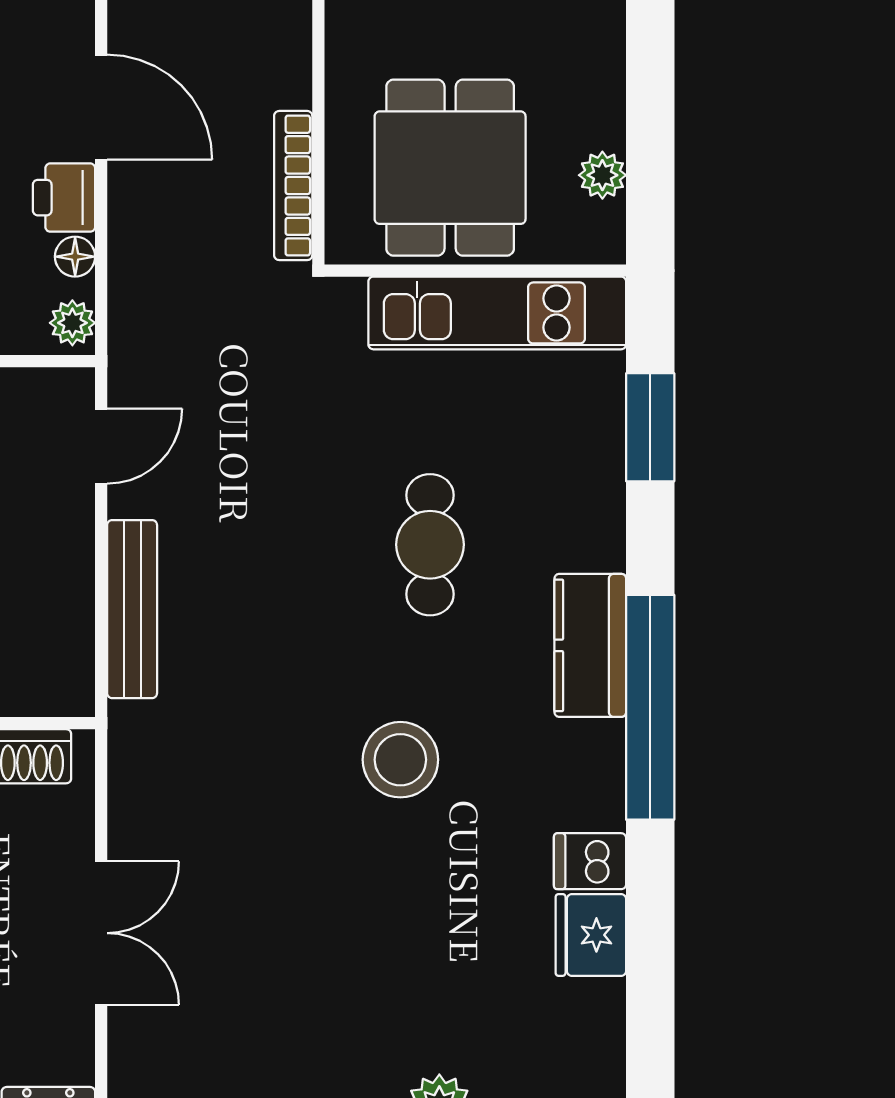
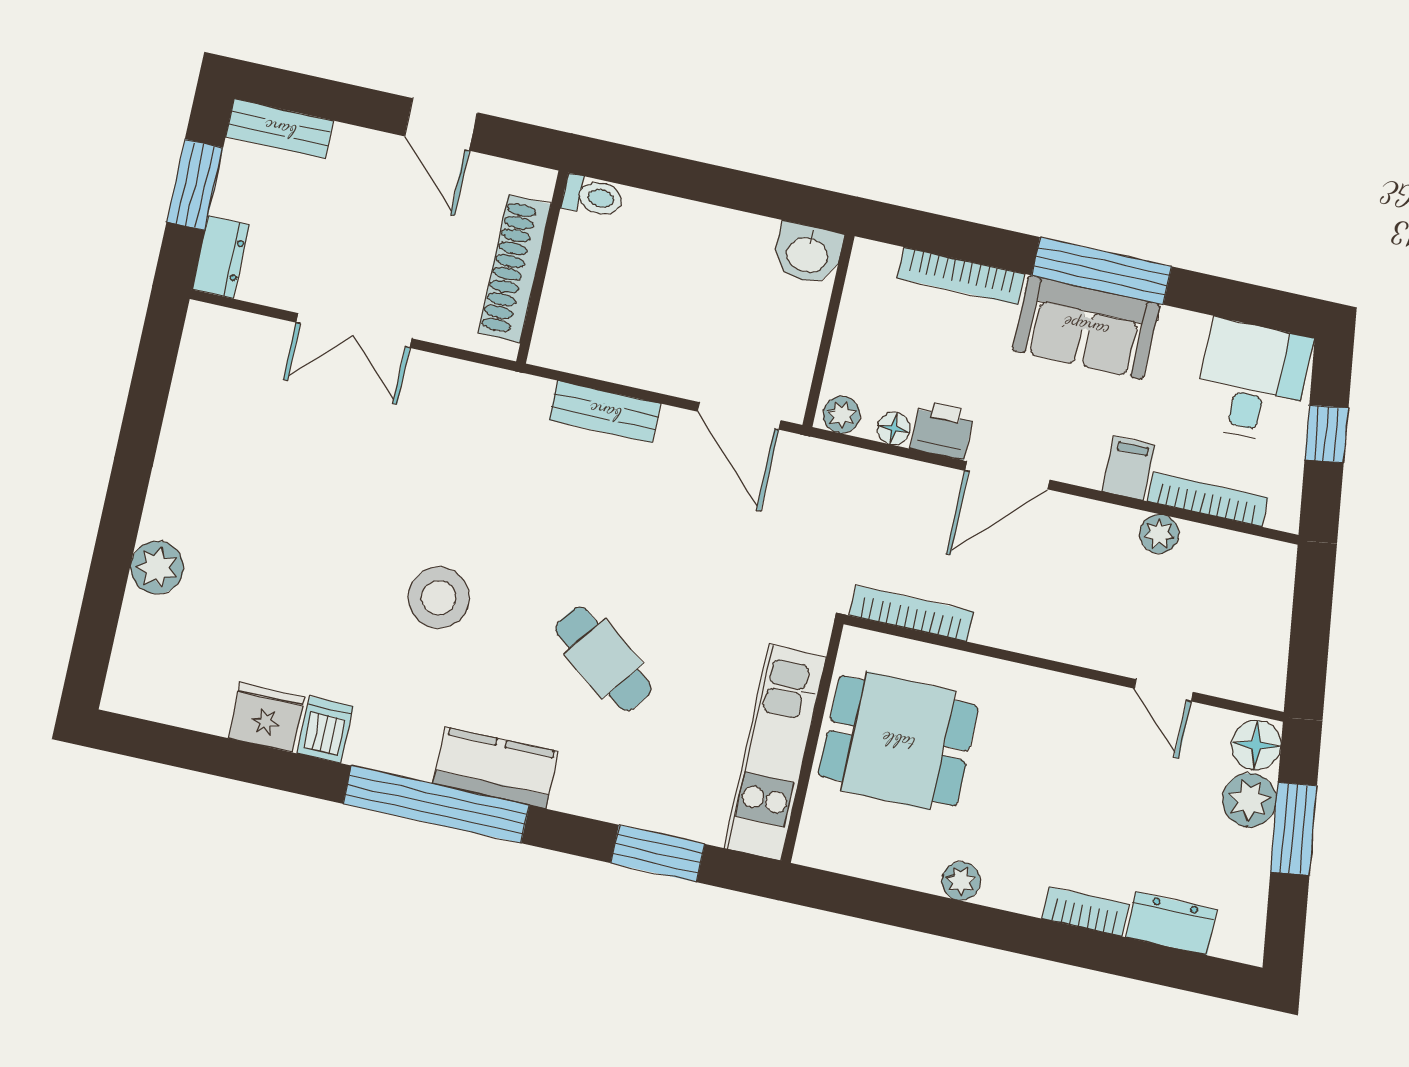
plant: (602, 175) -> (961, 881), moved
door: (101, 446) -> (739, 416), width x1.38
cafe table: (430, 545) -> (603, 659), turned 37
bench: (132, 609) -> (605, 412), width x0.73

